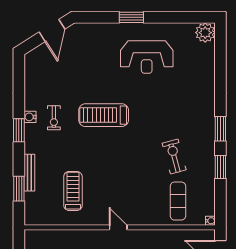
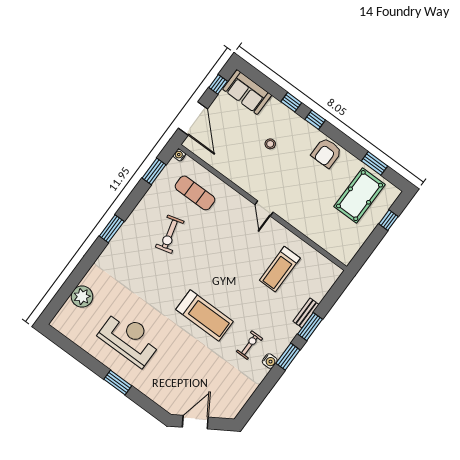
plant: (205, 33) -> (82, 297), moved
window: (220, 167) -> (154, 171), moved
bench: (29, 173) -> (306, 313), width x0.73
window: (19, 189) -> (310, 327), moved
exercise mat: (178, 201) -> (195, 193), turned 90

